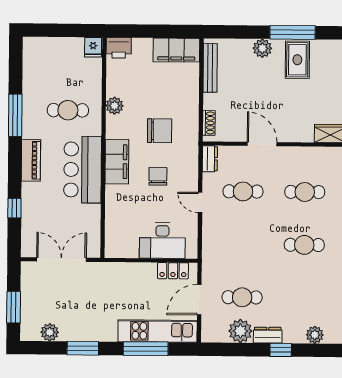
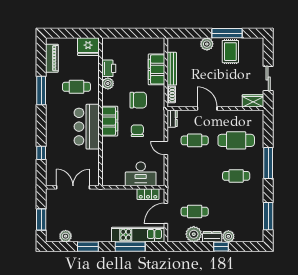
fridge: (93, 47) -> (88, 47), width x1.88, depth x1.34
printer: (119, 48) -> (109, 68), moved, turned -90
filing cabinet: (176, 50) -> (156, 69), moved, turned 90
bench: (210, 68) -> (172, 69), moved
piano: (31, 160) -> (52, 58), moved
cafe table: (305, 192) -> (236, 140), width x1.37, depth x1.35
plant: (315, 335) -> (228, 236), moved

